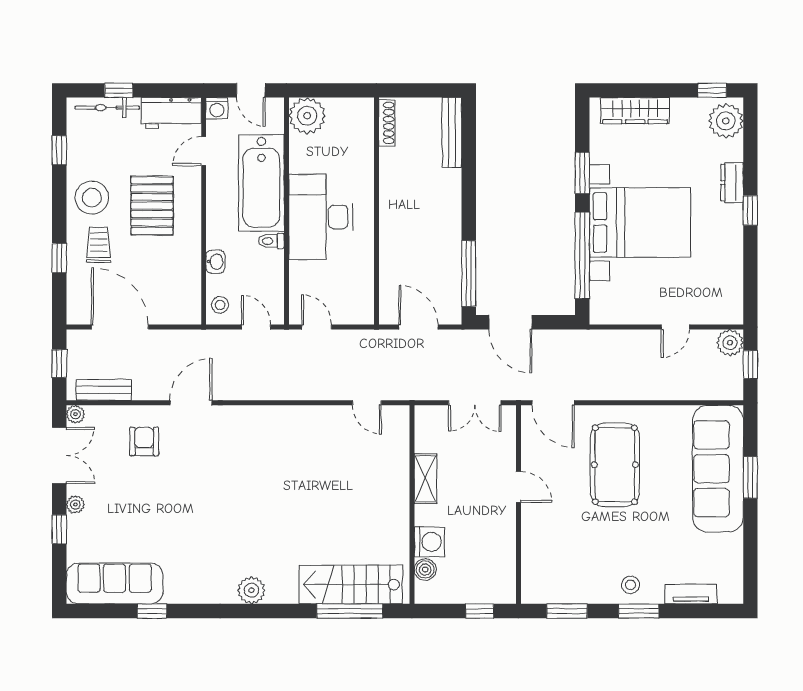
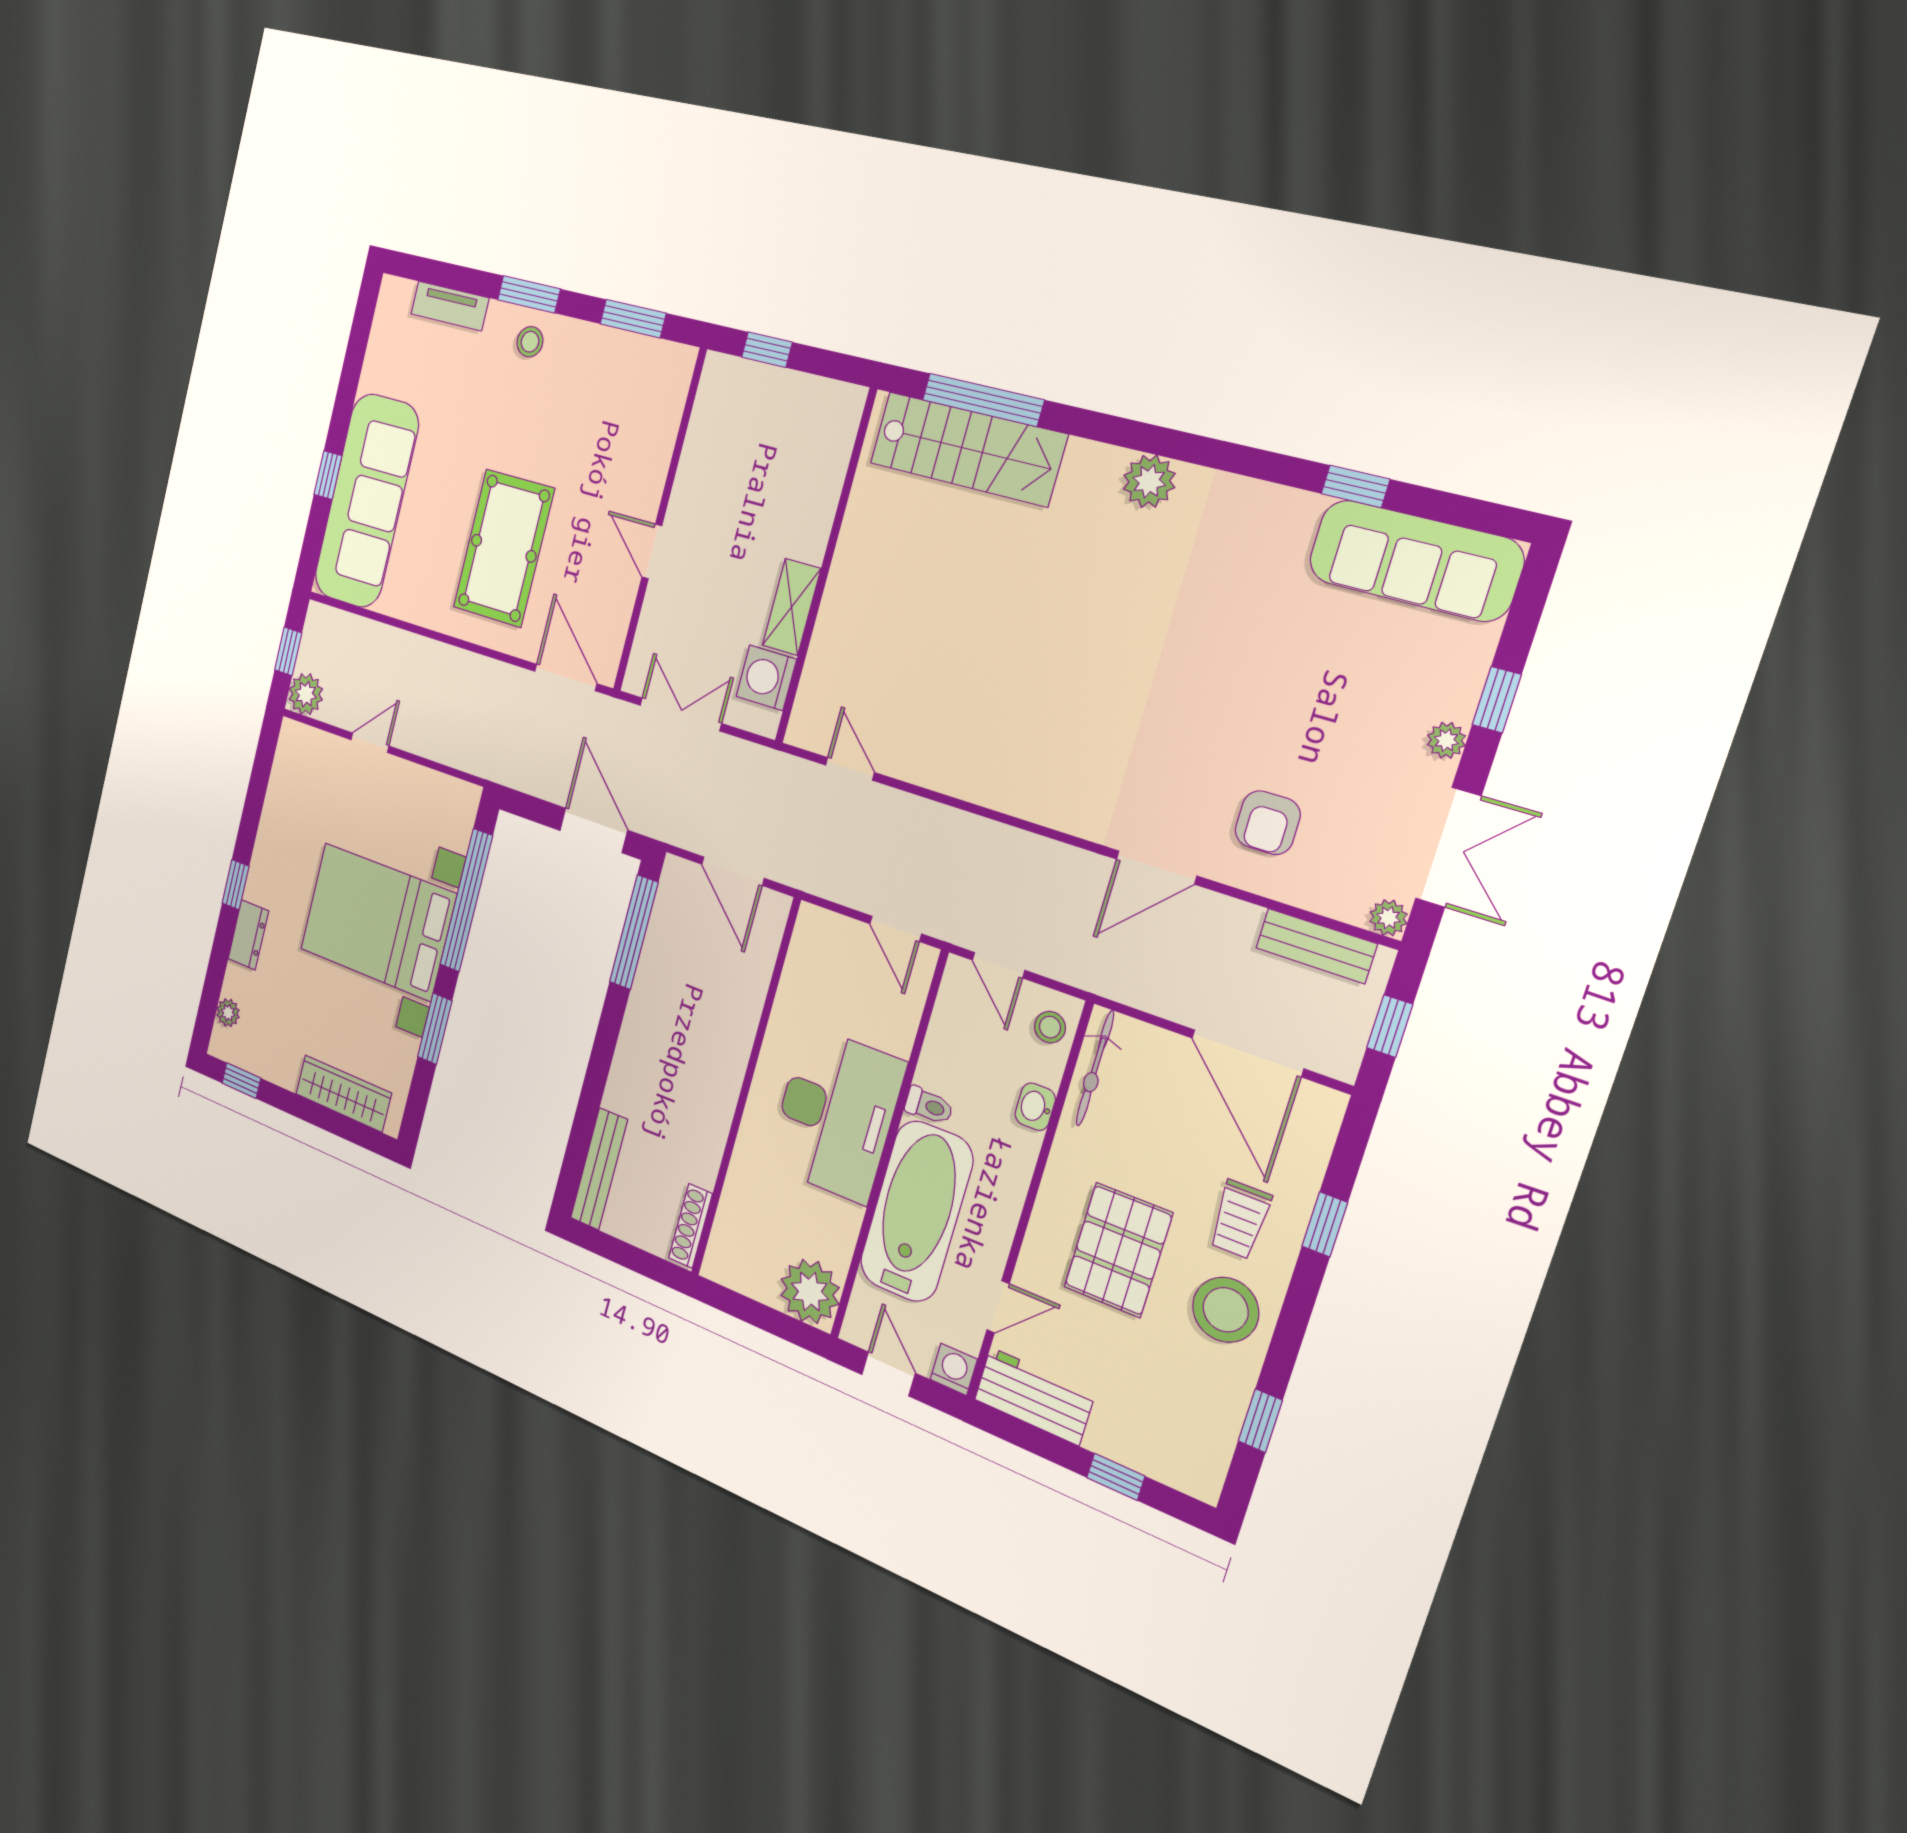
bicycle: (107, 108) -> (1095, 1068), moved, turned 90
plant: (726, 121) -> (228, 1013), width x0.53, depth x0.53
double door: (59, 455) -> (1448, 847), swing flipped
window: (750, 477) -> (328, 475), width x0.67
washing machine: (429, 542) -> (766, 678), moved
boiler: (425, 570) -> (835, 445), removed

